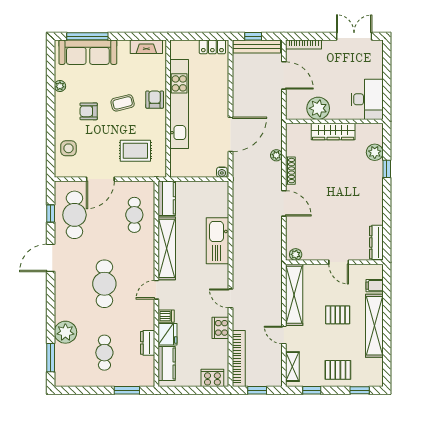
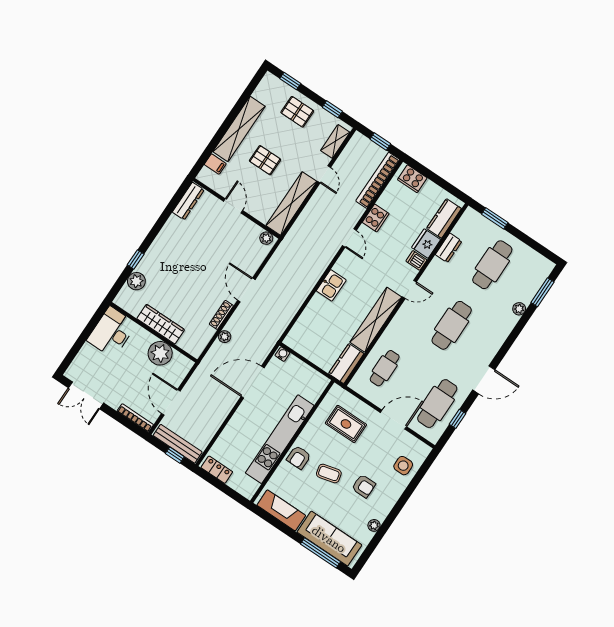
fireplace: (146, 47) -> (281, 510), width x1.37, depth x1.32
kitchen sink: (218, 241) -> (331, 285), width x0.53, depth x0.81
plant: (65, 332) -> (519, 309), width x0.53, depth x0.53
cafe table: (104, 353) -> (492, 265), width x1.37, depth x1.35

